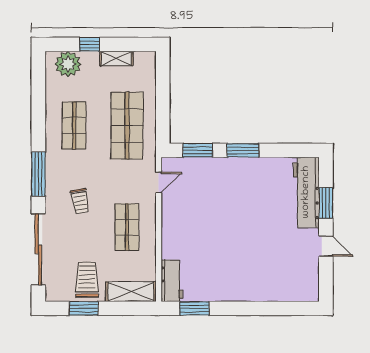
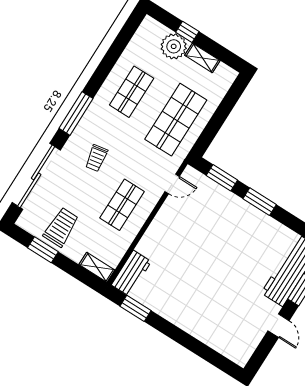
plant: (68, 64) -> (174, 46), moved
shelving: (131, 292) -> (97, 267), width x0.67, depth x0.75

